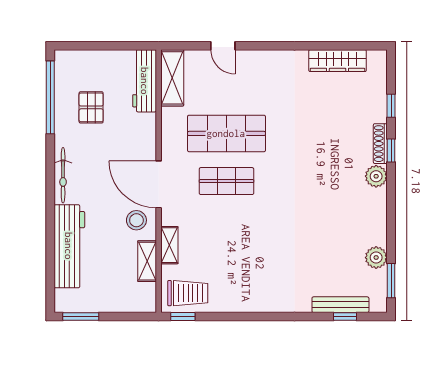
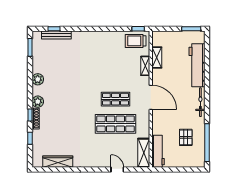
stool: (136, 220) -> (162, 79), removed
plant: (376, 258) -> (38, 79), moved

